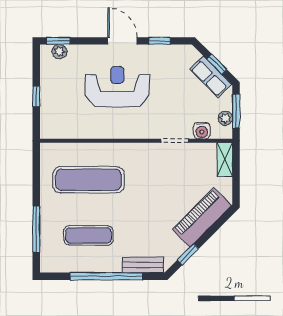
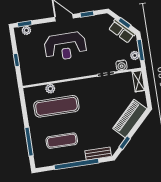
reception desk: (117, 87) -> (65, 46), turned 180
plant: (83, 150) -> (50, 89), added

